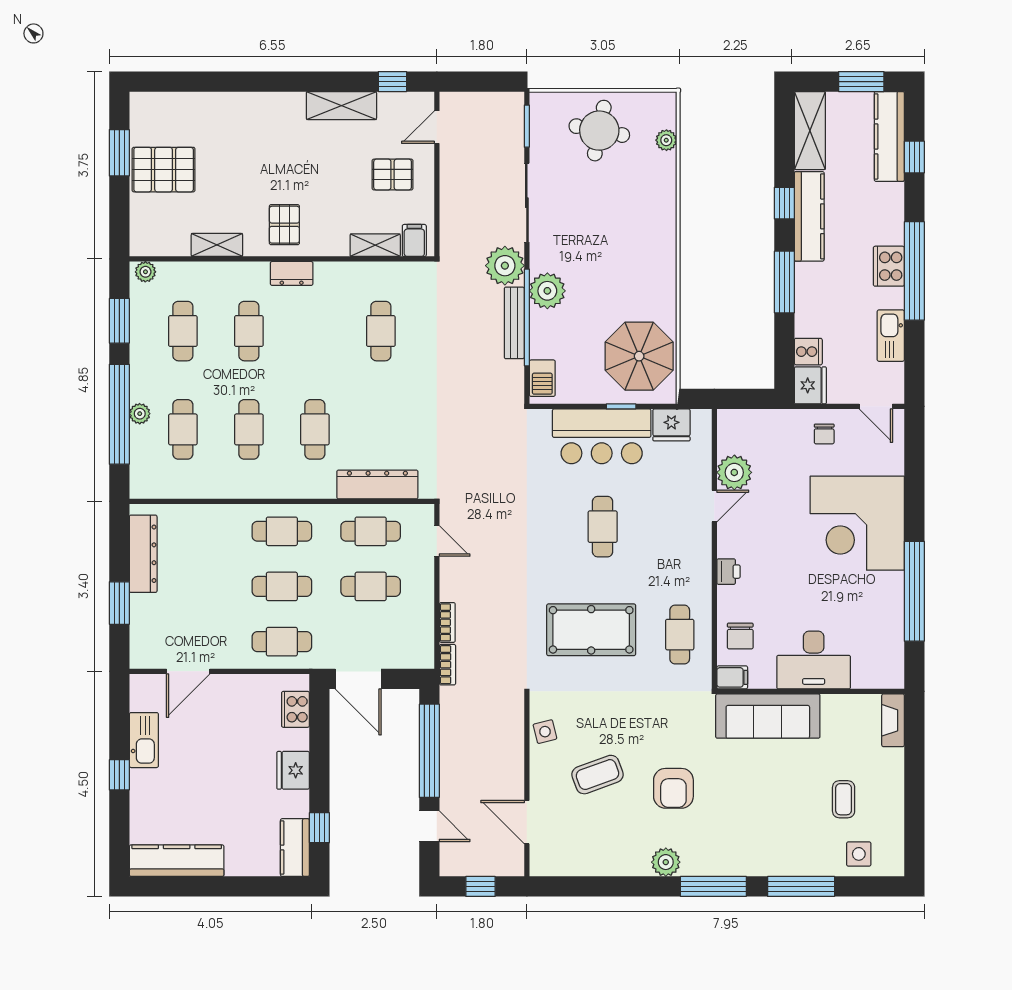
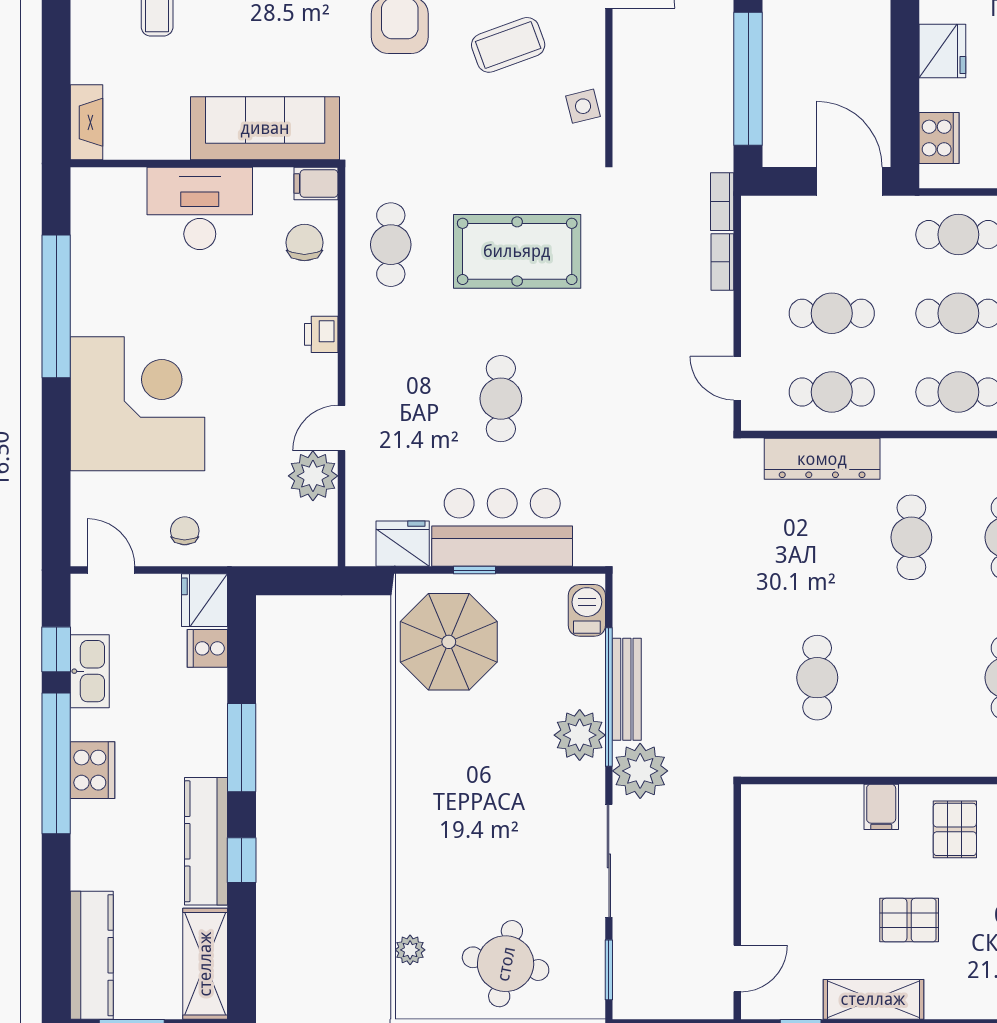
window: (914, 157) -> (56, 649), moved
pallet: (393, 175) -> (909, 920), moved
filing cabinet: (414, 240) -> (881, 807), moved
shelving: (375, 245) -> (825, 800), removed
dresser: (292, 273) -> (944, 760), removed

